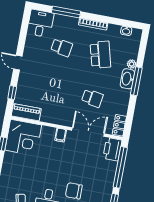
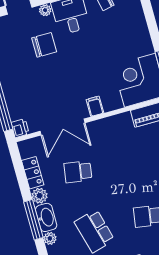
plant: (125, 95) -> (40, 196), added
locker: (119, 125) -> (33, 173), moved
printer: (112, 149) -> (20, 128), width x0.53, depth x0.68

